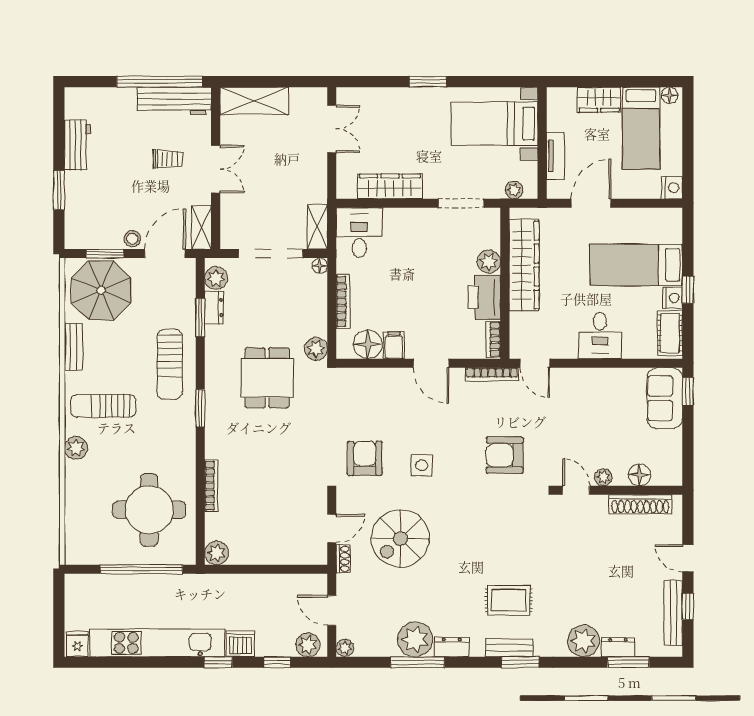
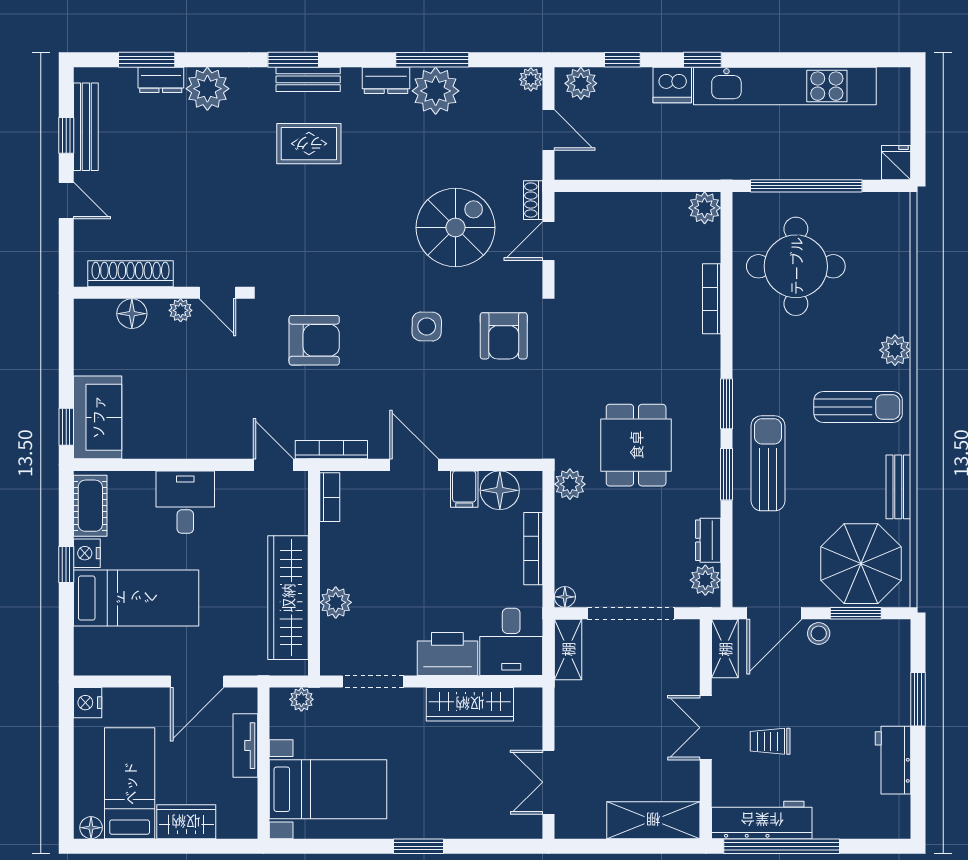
printer: (485, 297) -> (447, 654), moved, turned -90
window: (200, 317) -> (727, 474), moved
fridge: (77, 644) -> (896, 163), moved, turned 180

